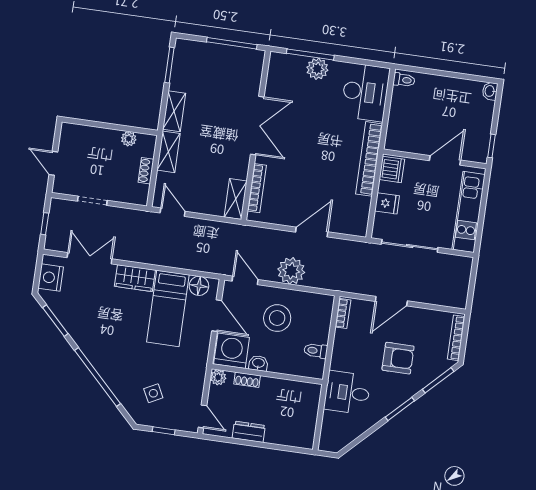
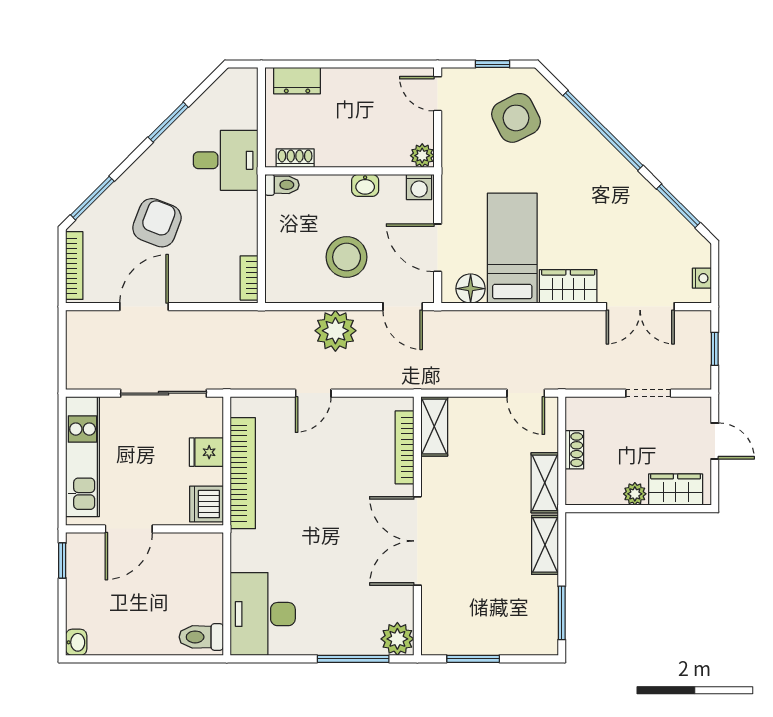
window: (232, 43) -> (473, 659), width x0.69
plant: (317, 69) -> (397, 639), moved
toilet: (404, 80) -> (201, 637), width x1.37, depth x1.39
wardrobe: (83, 135) -> (676, 490), added
plant: (129, 139) -> (635, 494), moved
bookcase: (369, 159) -> (243, 473), moved
door: (312, 232) -> (313, 393), width x0.73
nightstand: (51, 278) -> (702, 278), width x0.53, depth x0.56
door: (391, 301) -> (144, 307), moved
washing machine: (232, 351) -> (419, 187), width x0.53, depth x0.53
toilet: (316, 351) -> (282, 185), moved
armchair: (398, 358) -> (157, 223), turned 111
shoe rack: (247, 380) -> (295, 158), moved
side table: (153, 393) -> (516, 118), width x1.87, depth x1.87
window: (400, 409) -> (168, 122), moved
dresser: (249, 432) -> (297, 81), moved

